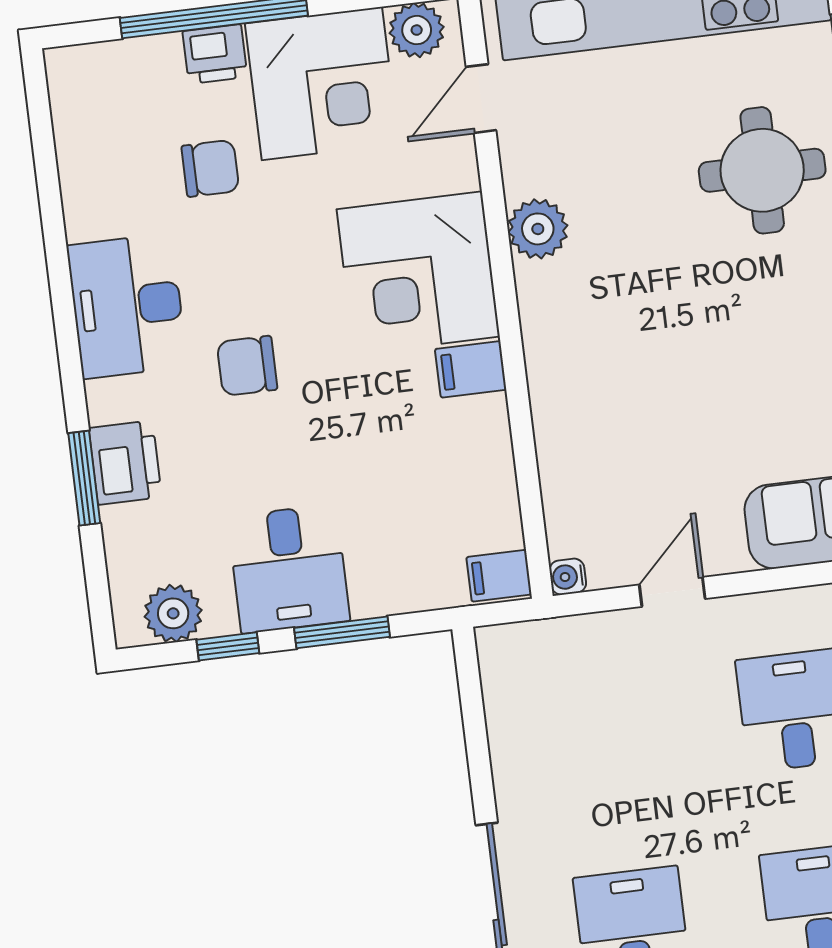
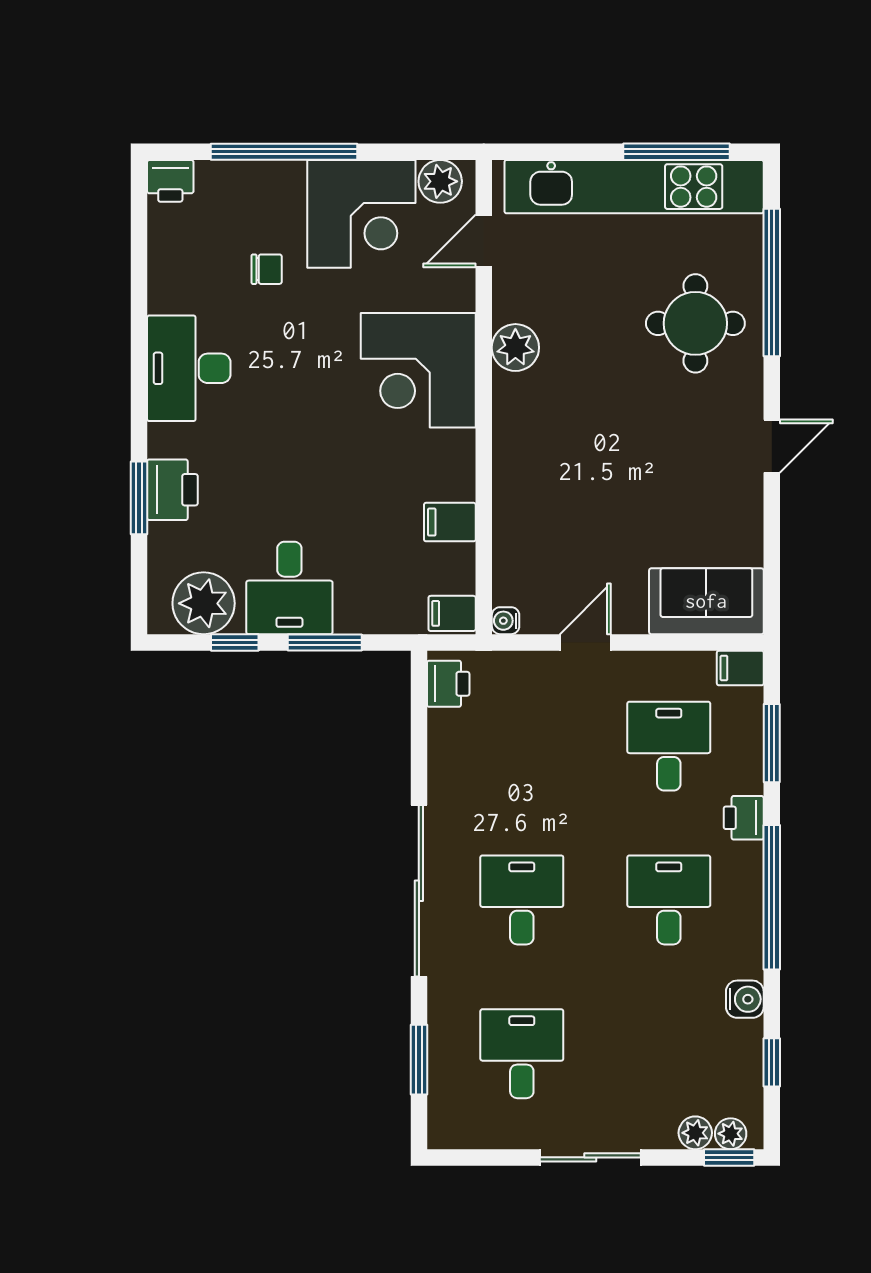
printer: (215, 54) -> (170, 181), moved
chair: (210, 168) -> (267, 269), width x0.73, depth x0.73
chair: (247, 366) -> (276, 426), removed
filing cabinet: (471, 369) -> (450, 522), moved
plant: (173, 613) -> (204, 603), width x1.36, depth x1.36
printer: (505, 666) -> (448, 684), added

